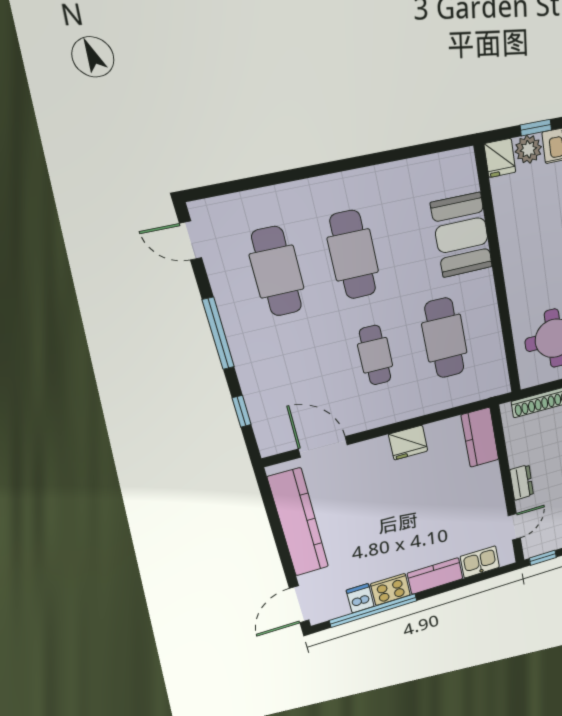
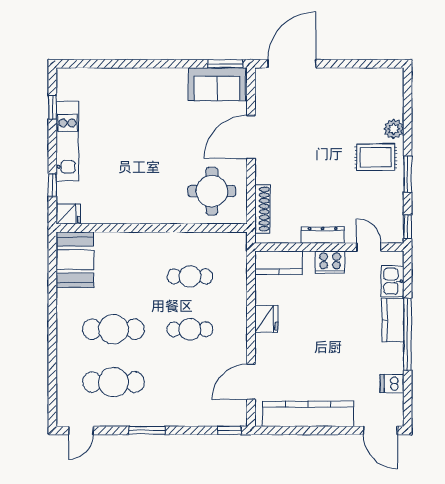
plant: (528, 149) -> (66, 193), removed
booth: (462, 235) -> (75, 260), moved, turned 90
window: (218, 334) -> (147, 430), width x0.69
cafe table: (445, 338) -> (190, 276), width x0.73, depth x0.74
window: (242, 411) -> (229, 430), moved
dresser: (522, 482) -> (323, 235), width x1.44
cooker: (390, 589) -> (330, 262), moved, turned -90
window: (373, 611) -> (408, 334), moved

